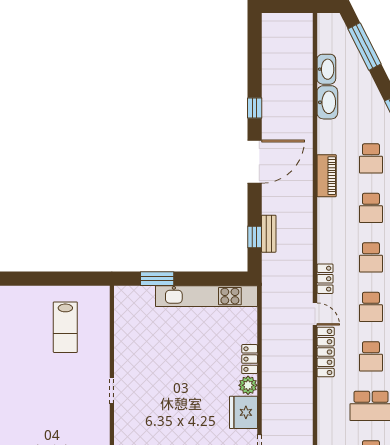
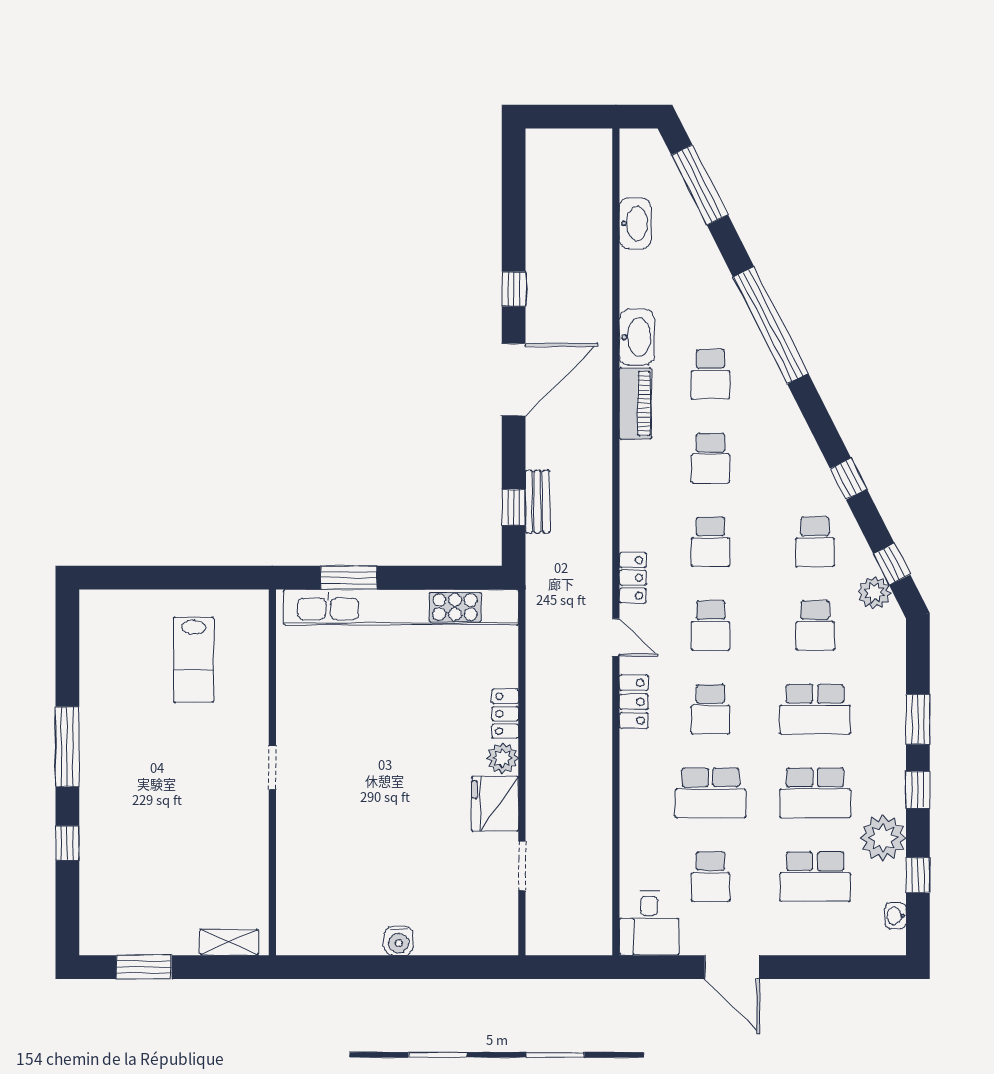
washbasin: (327, 102) -> (637, 337), moved
kitchen unit: (206, 296) -> (401, 607), width x1.36
locker: (326, 352) -> (634, 702), width x0.66

